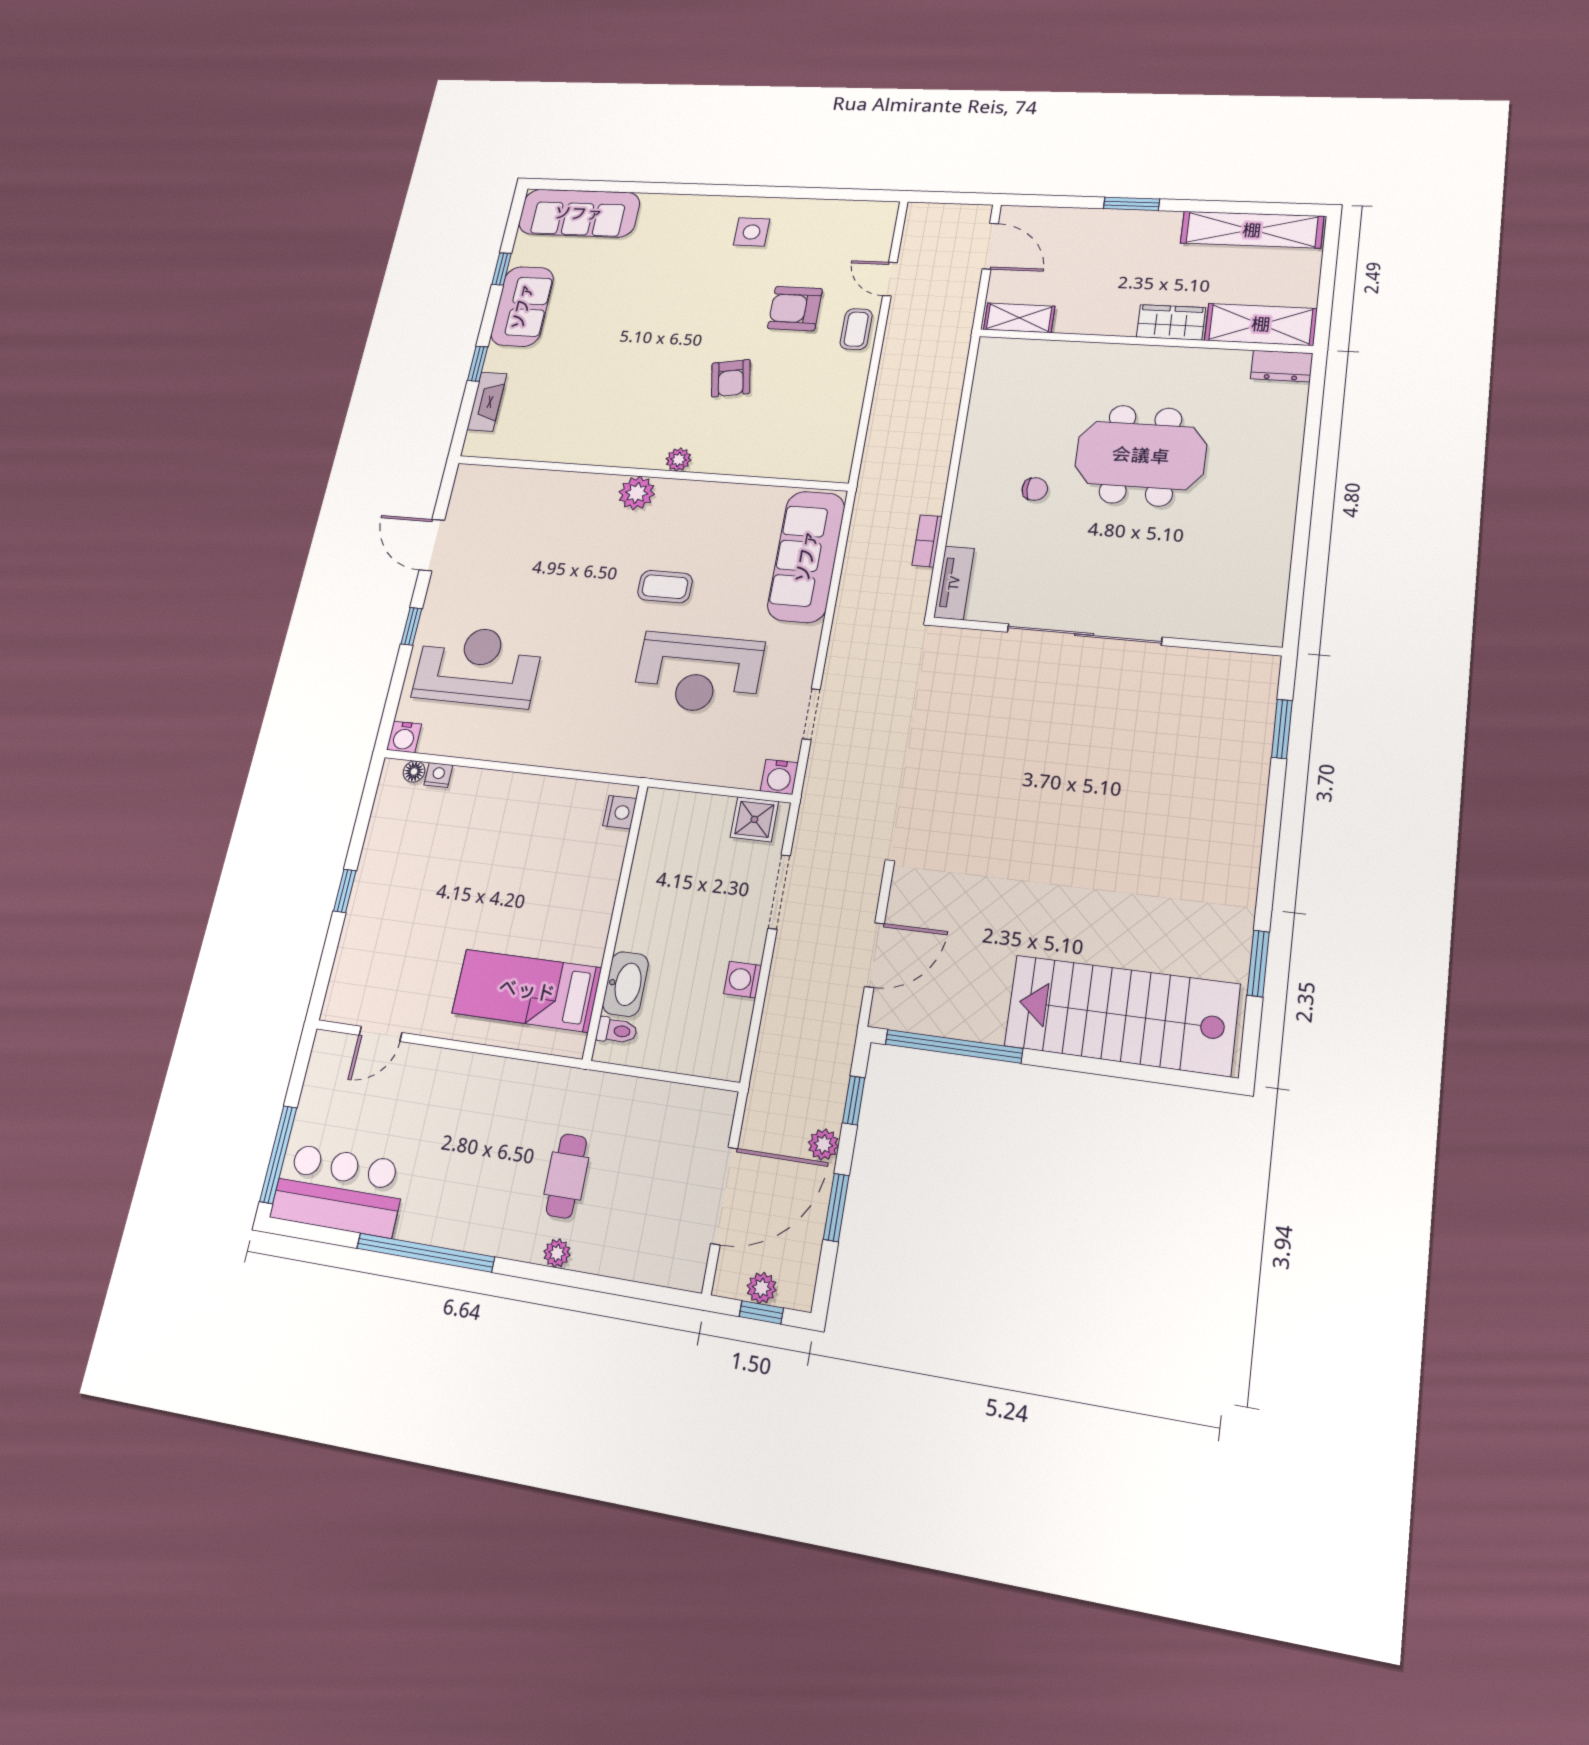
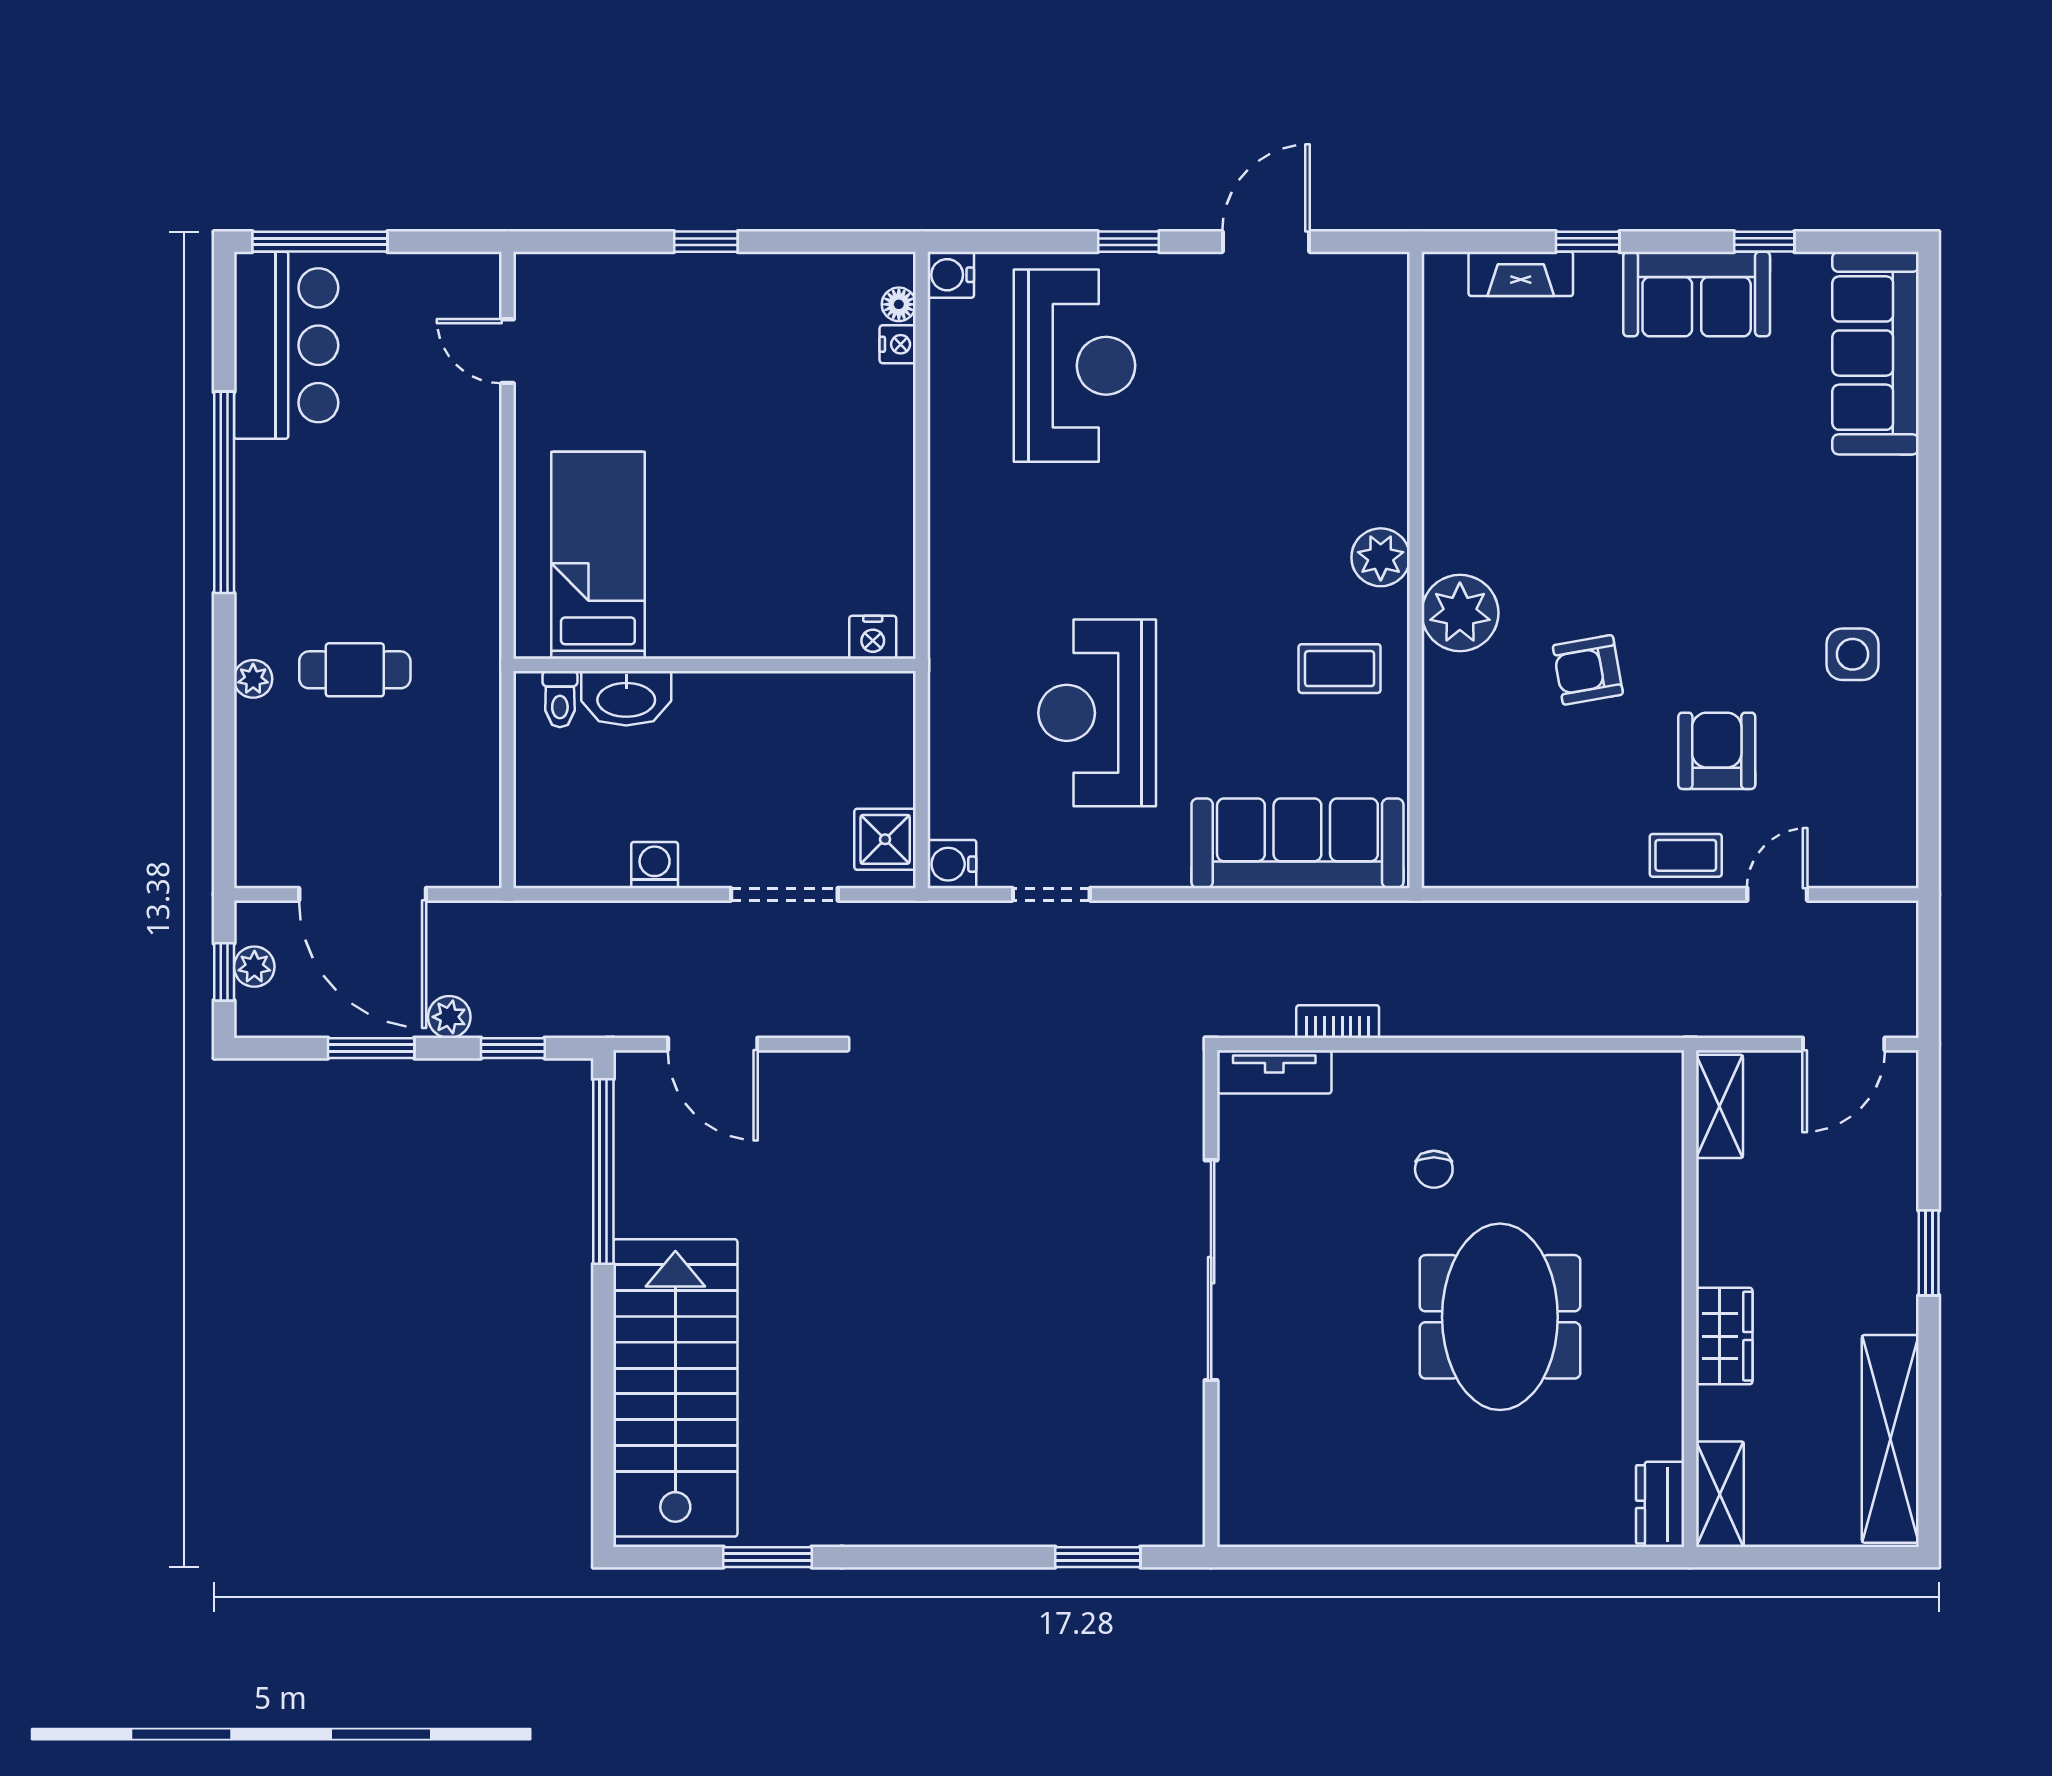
shelving: (1261, 324) -> (1720, 1494), width x0.67, depth x0.75
plant: (678, 460) -> (1460, 613), width x1.88, depth x1.88
coffee table: (665, 587) -> (1340, 669), moved, turned 90

